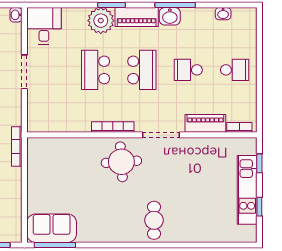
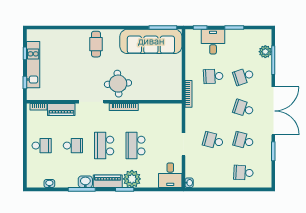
school desk: (96, 70) -> (135, 146), turned 180
school desk: (235, 70) -> (42, 146), turned 180
sofa: (52, 228) -> (151, 41), width x1.85, depth x1.27

